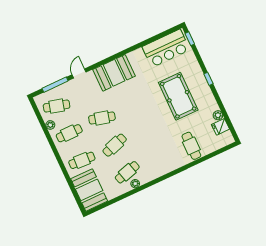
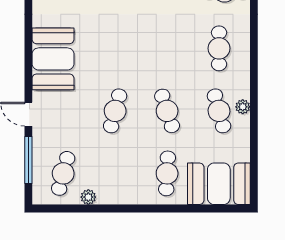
cafe table: (69, 133) -> (219, 48), moved

